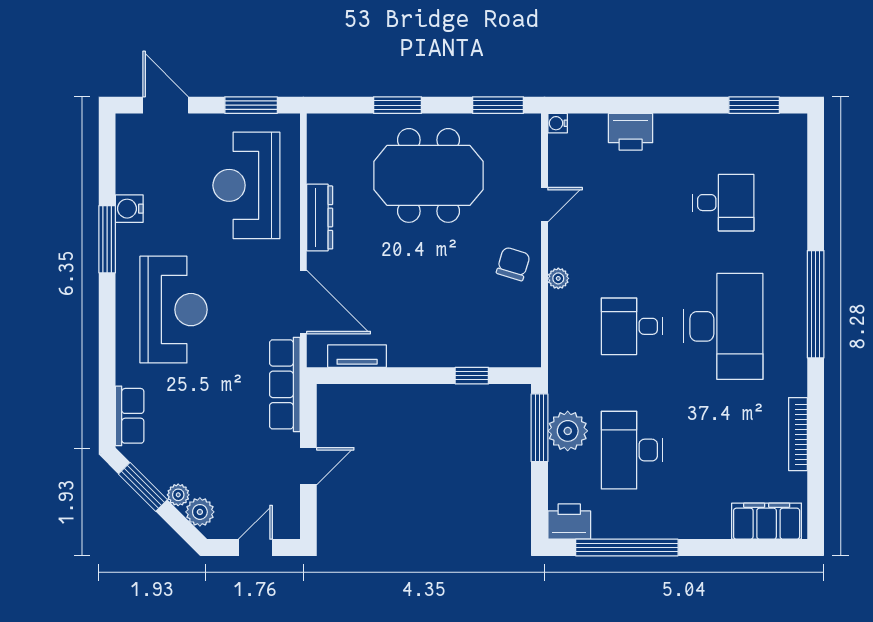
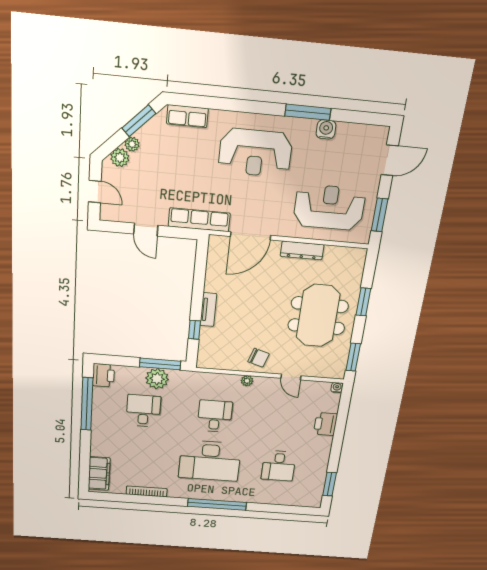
tv unit: (357, 356) -> (208, 310), moved
desk: (632, 450) -> (143, 411), width x0.73

